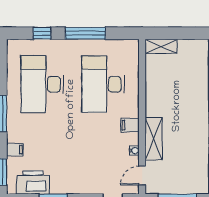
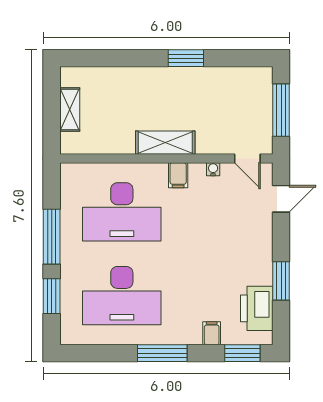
window: (42, 33) -> (52, 296), width x1.50
shelving: (161, 46) -> (70, 110), moved
shelving: (154, 139) -> (165, 143), moved

